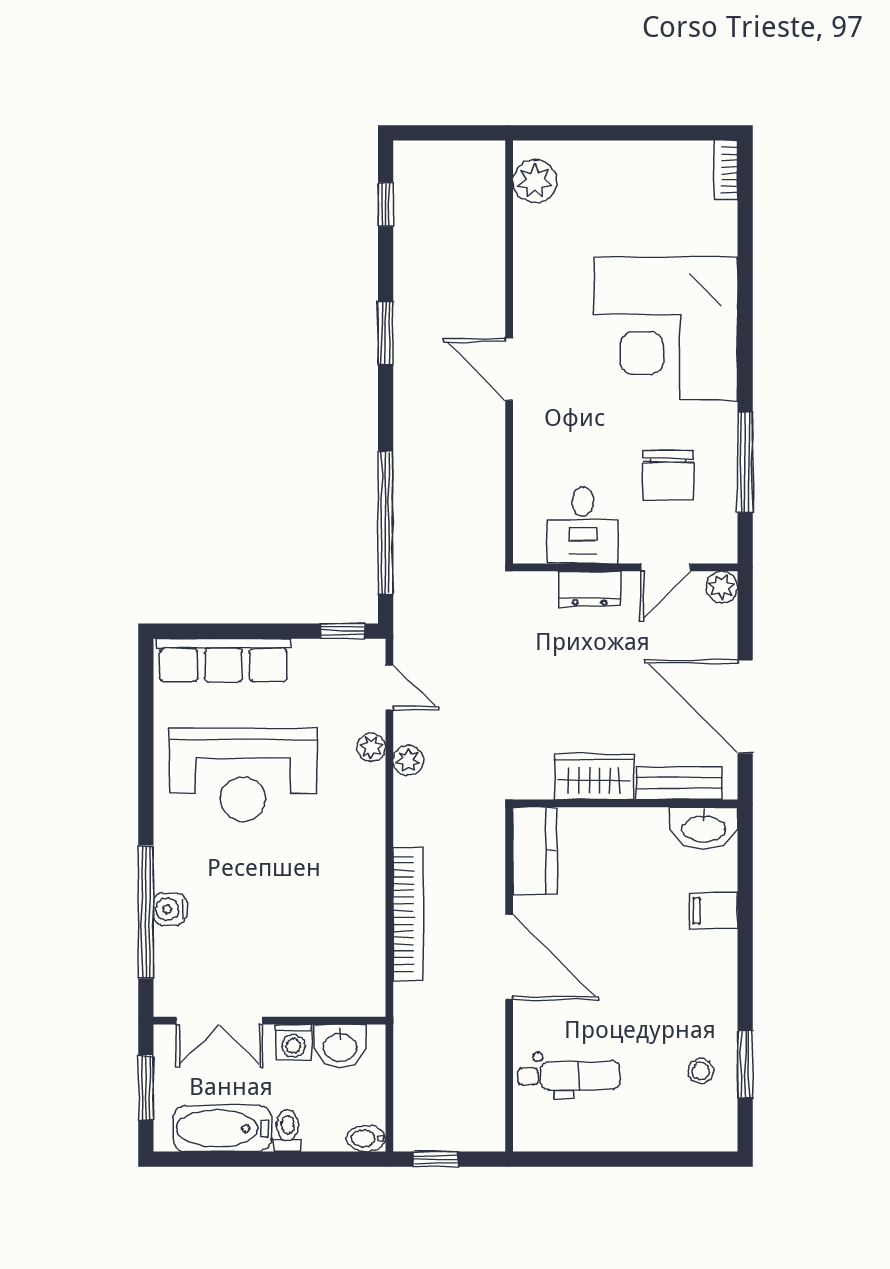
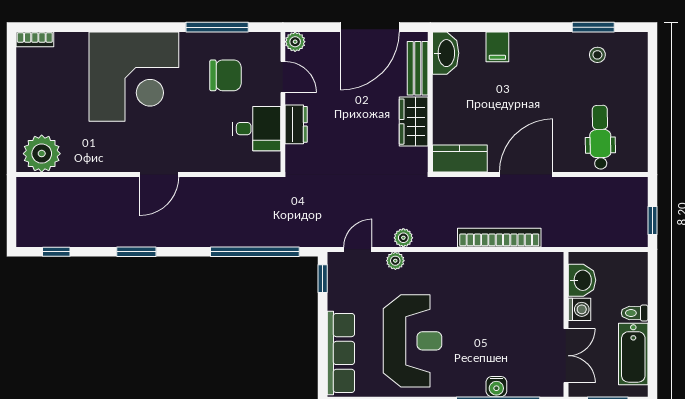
plant: (535, 181) -> (42, 154), width x1.36, depth x1.36
bidet: (366, 1138) -> (640, 264), removed

